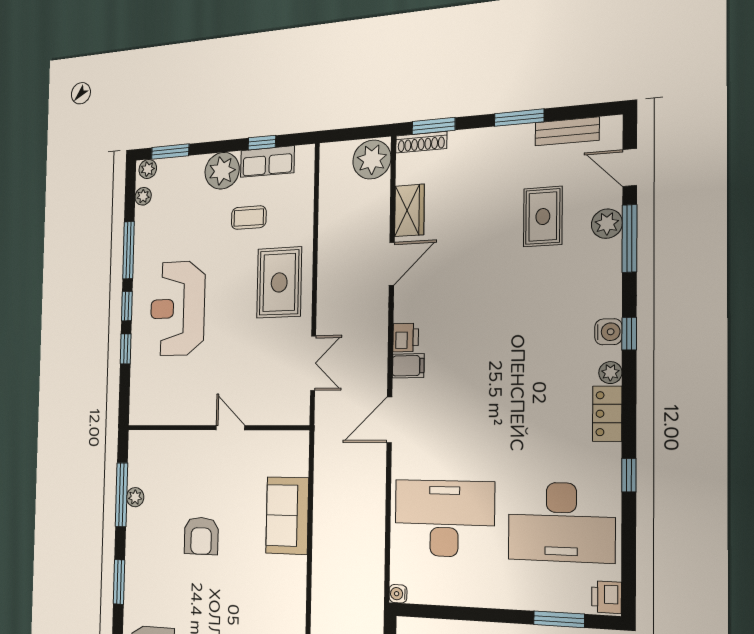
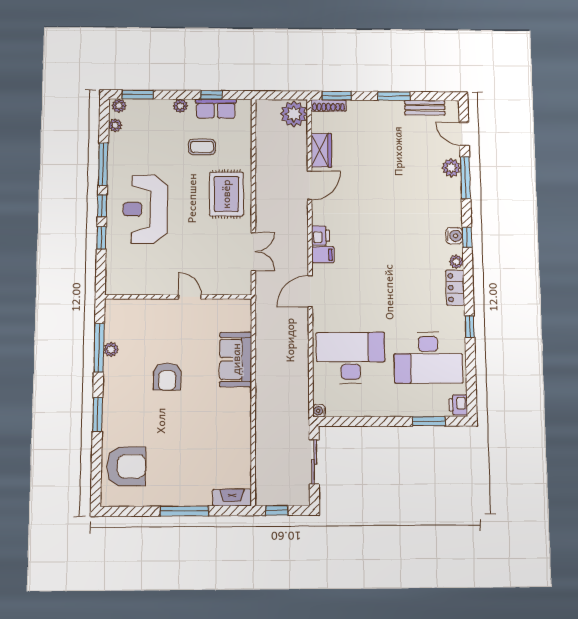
plant: (222, 171) -> (180, 106), width x0.53, depth x0.53
rug: (543, 217) -> (411, 161), removed

